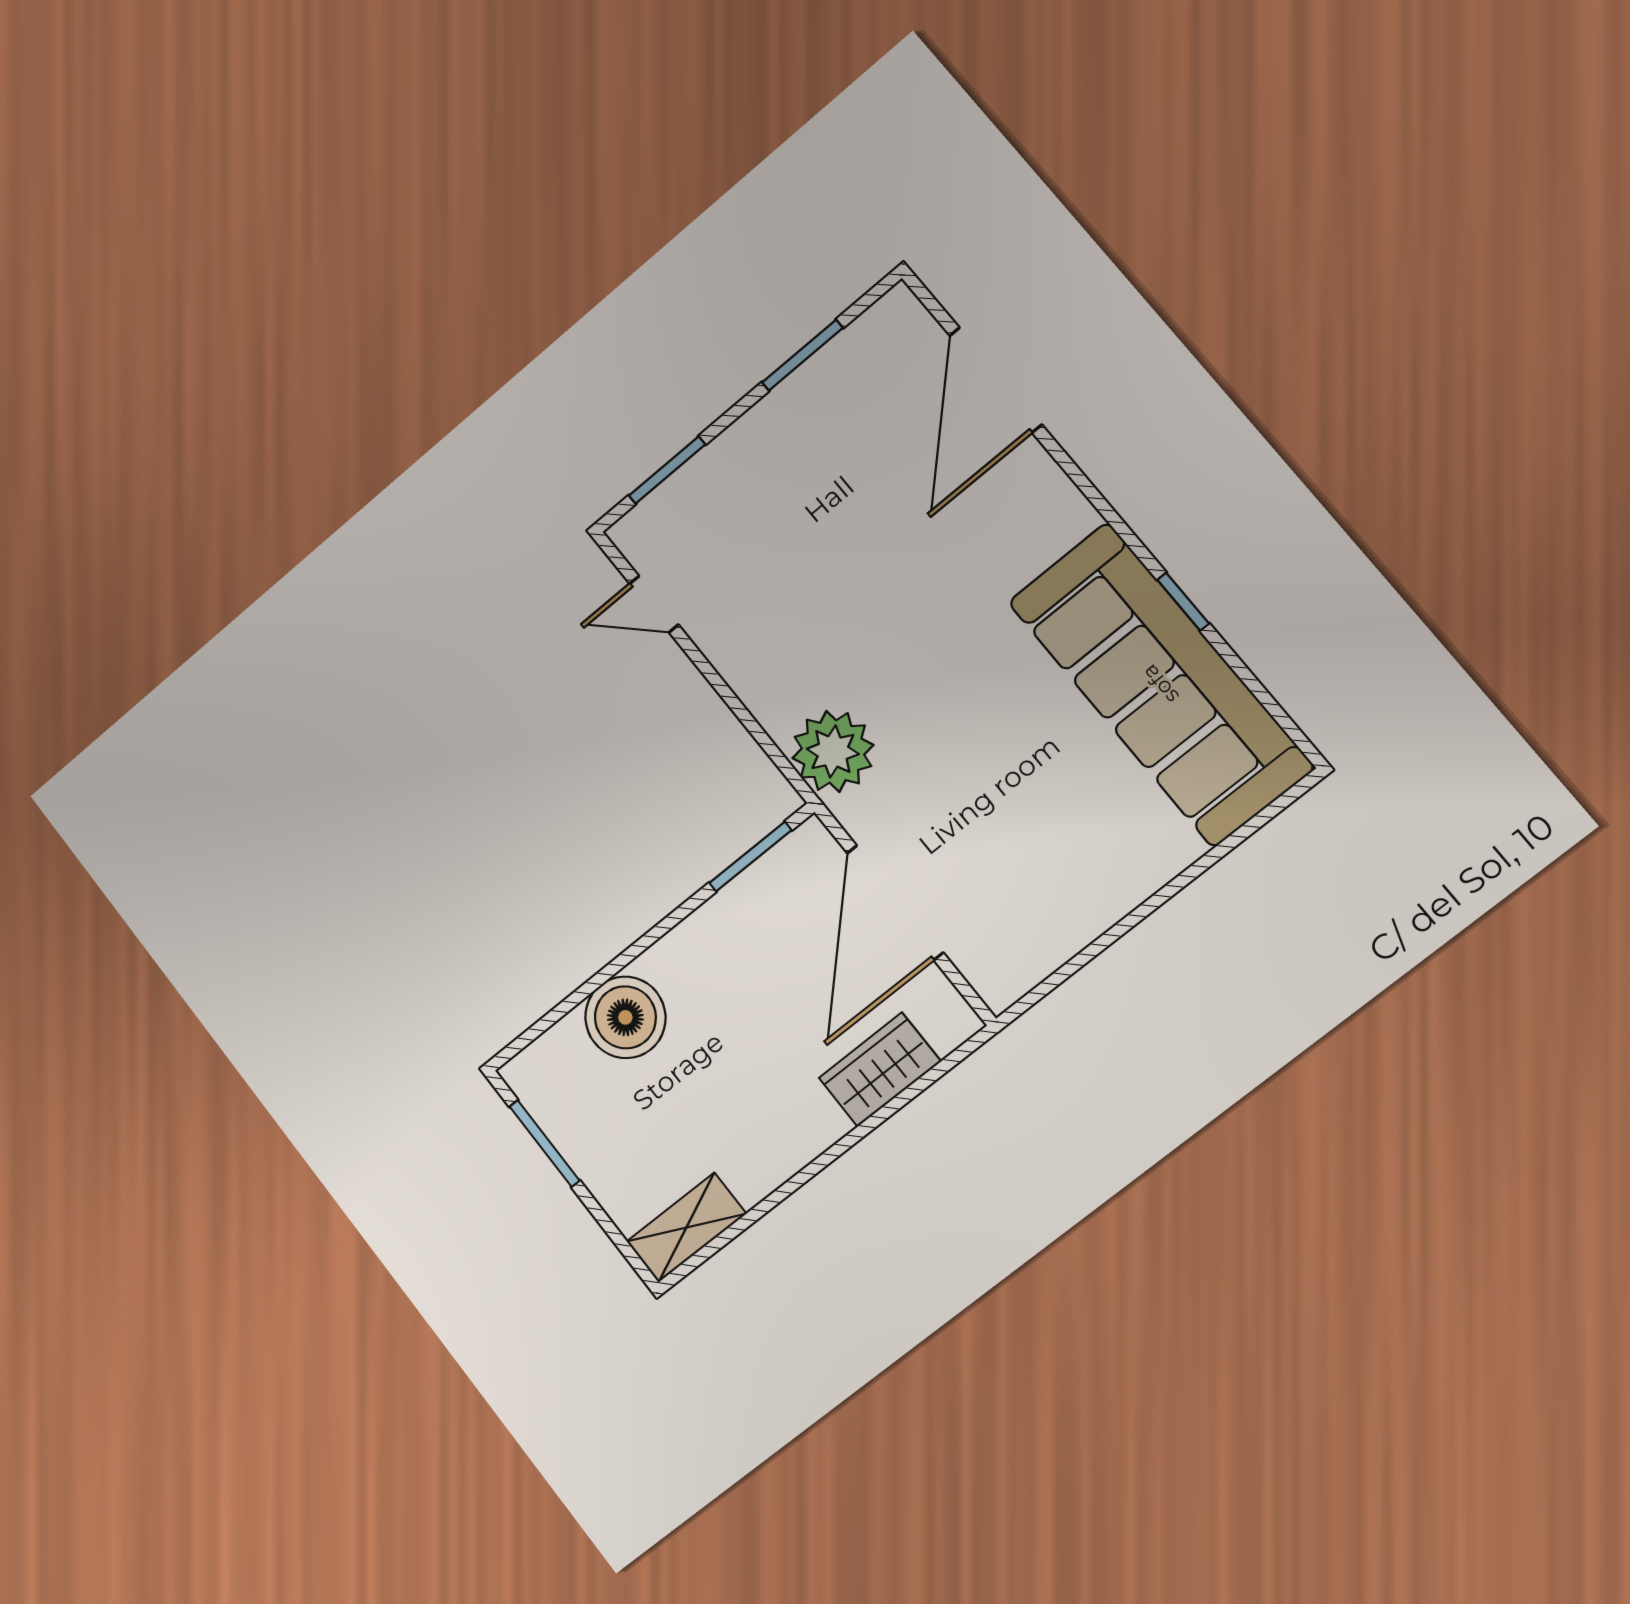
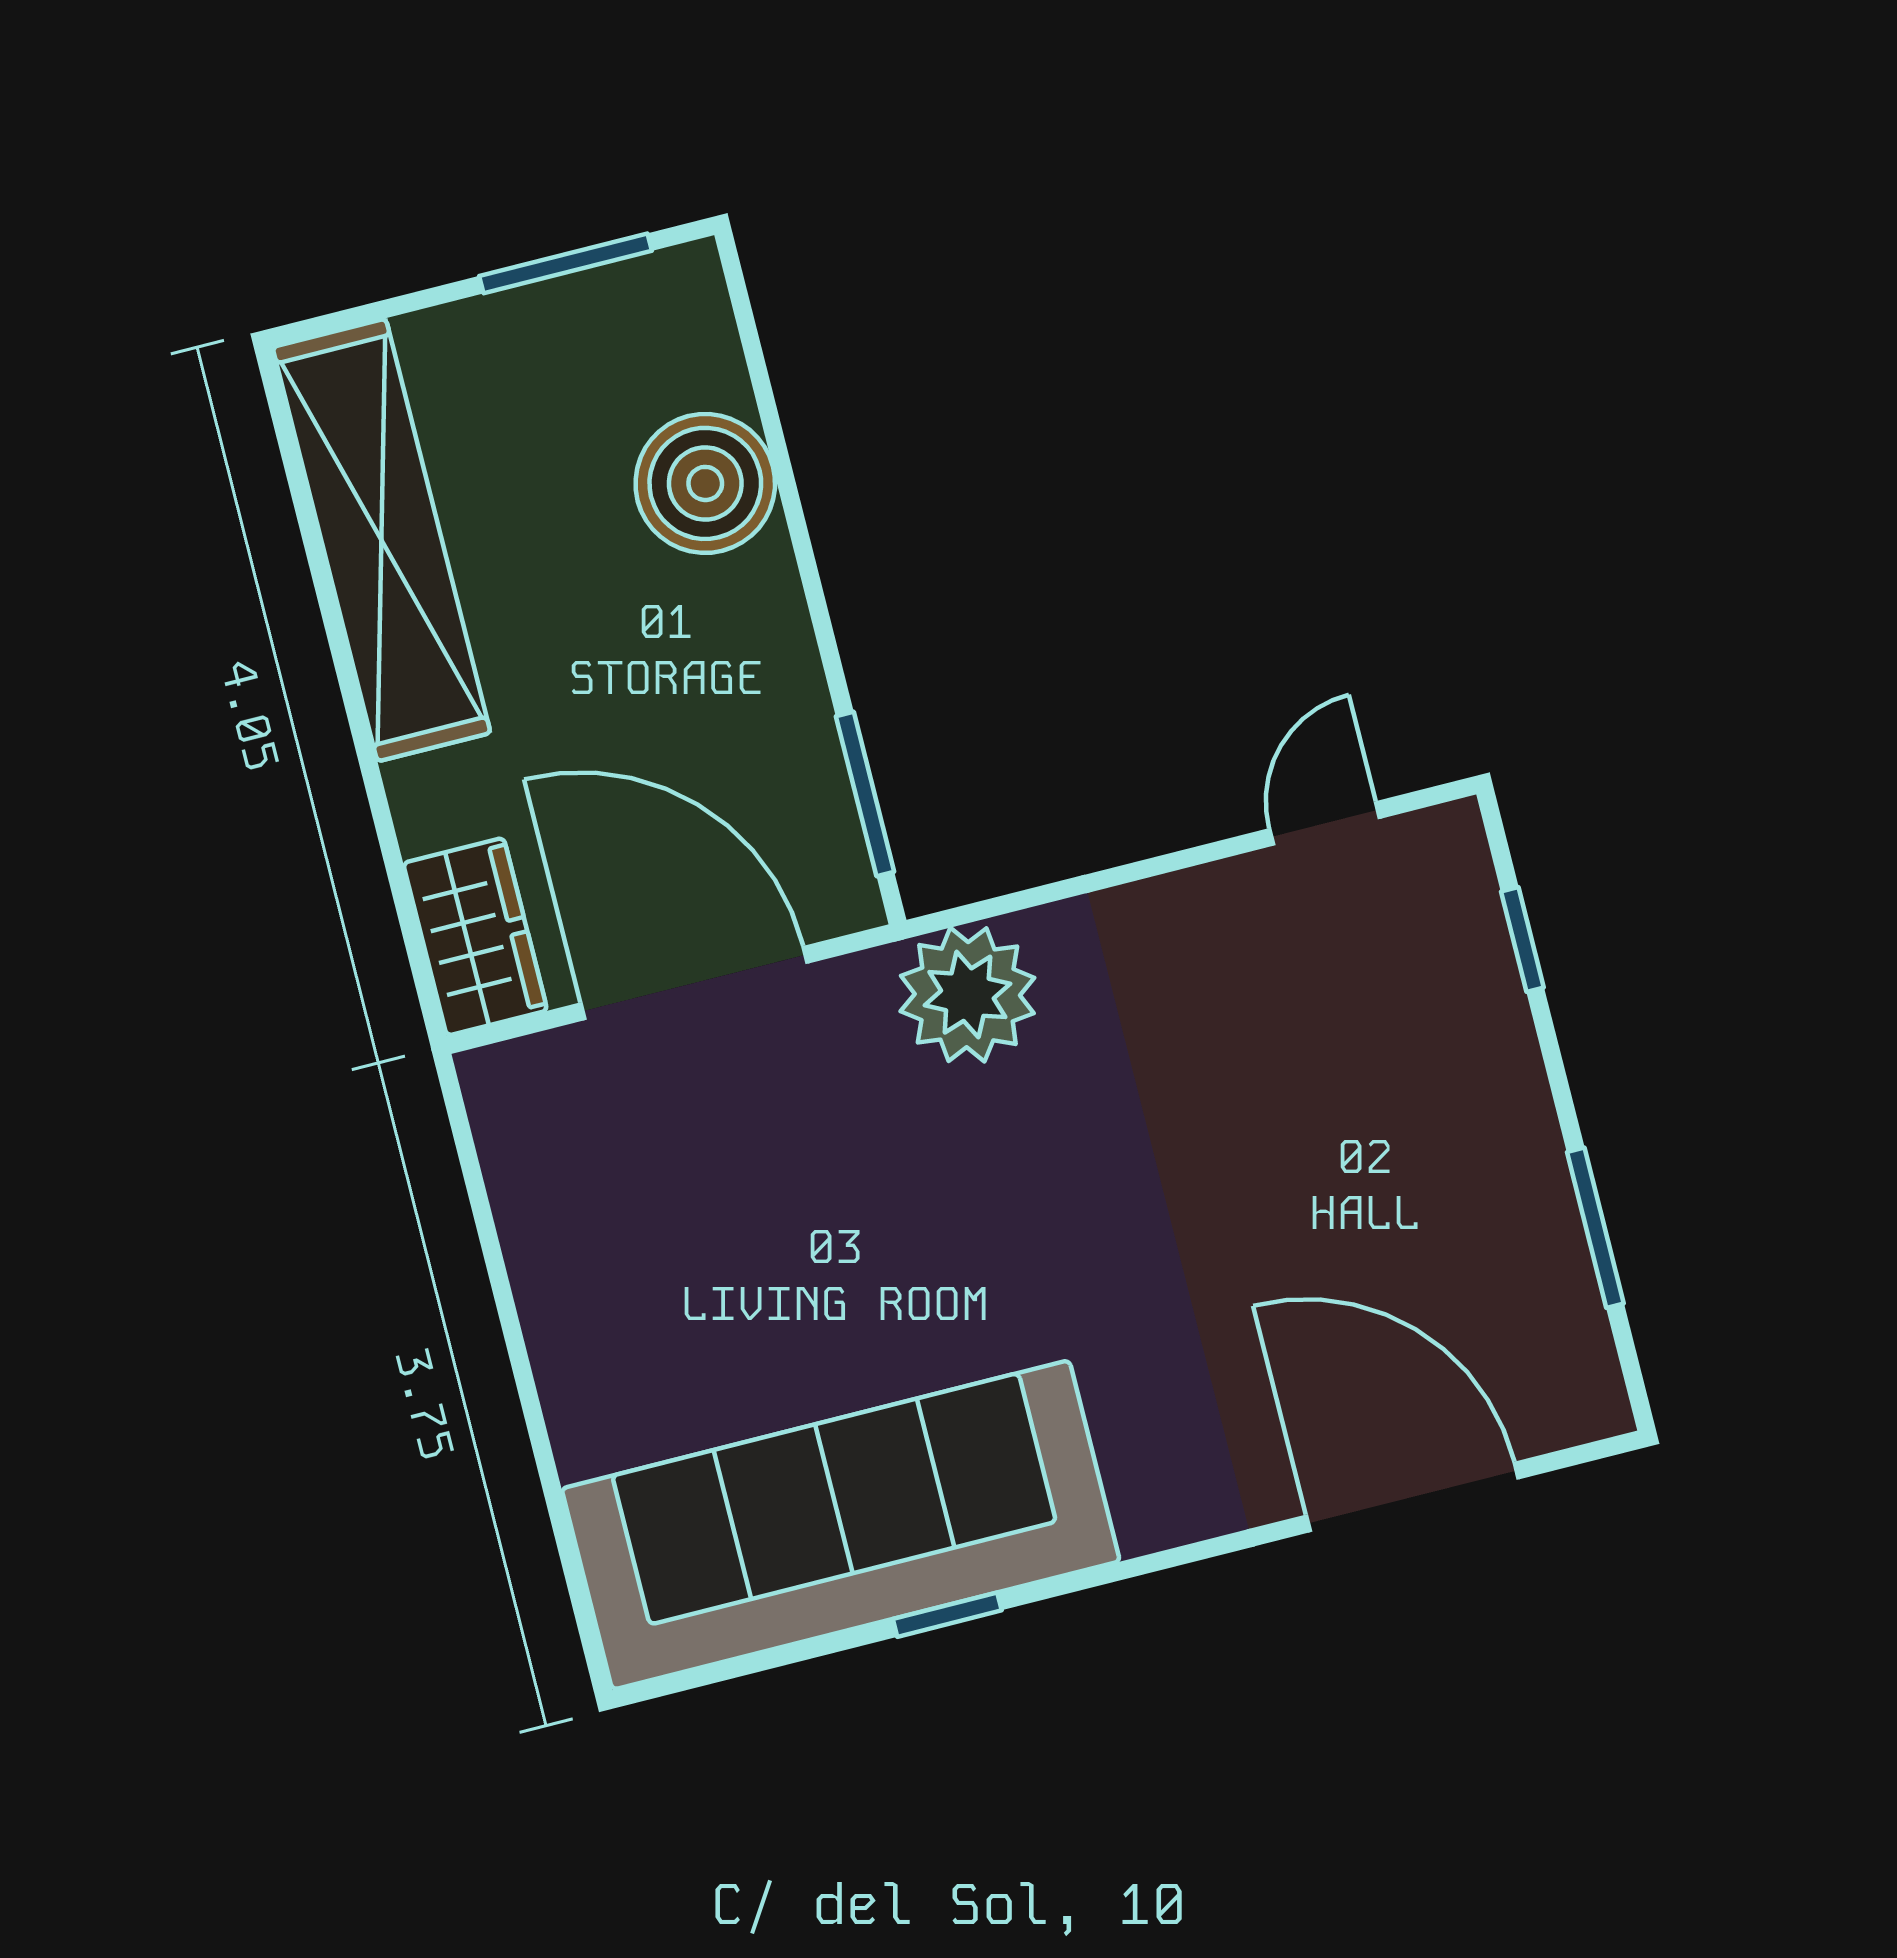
window: (667, 470) -> (1522, 940), width x0.67
wardrobe: (880, 1070) -> (475, 937), moved
shelving: (686, 1228) -> (382, 540), width x2.20, depth x1.33

